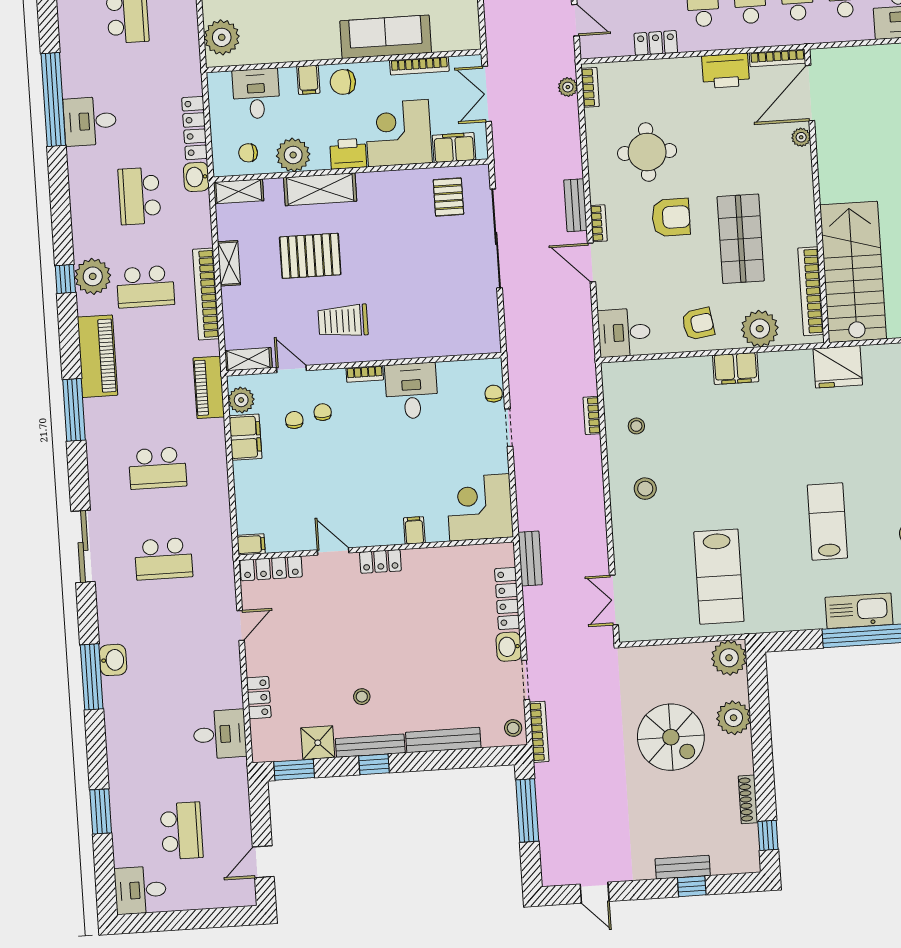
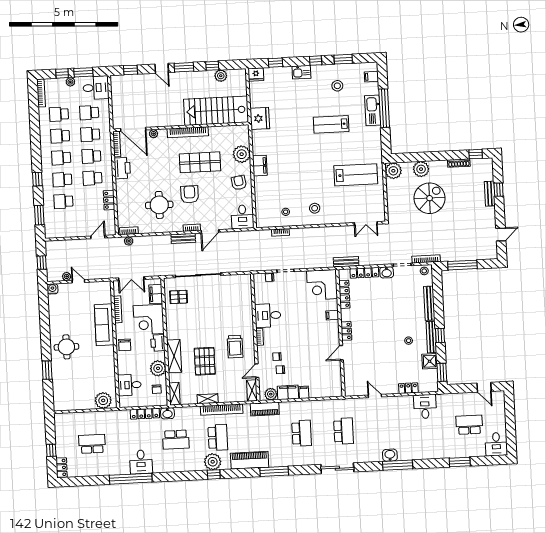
filing cabinet: (308, 80) -> (123, 361), removed
bookcase: (811, 291) -> (188, 132), moved
filing cabinet: (251, 544) -> (304, 392), moved
locker: (271, 568) -> (344, 294), moved

